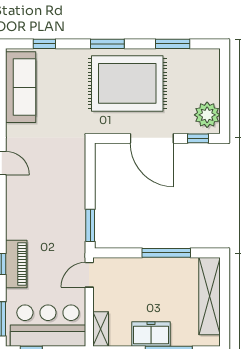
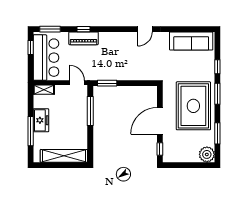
window: (44, 44) -> (217, 67), moved
plant: (207, 115) -> (207, 154), moved
window: (166, 253) -> (90, 111), moved

